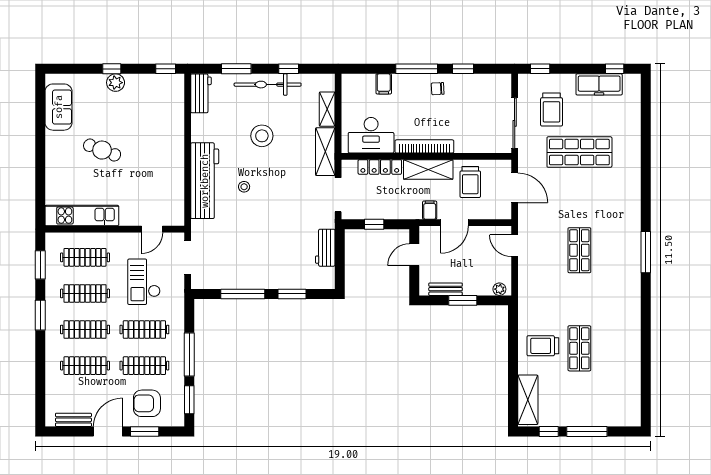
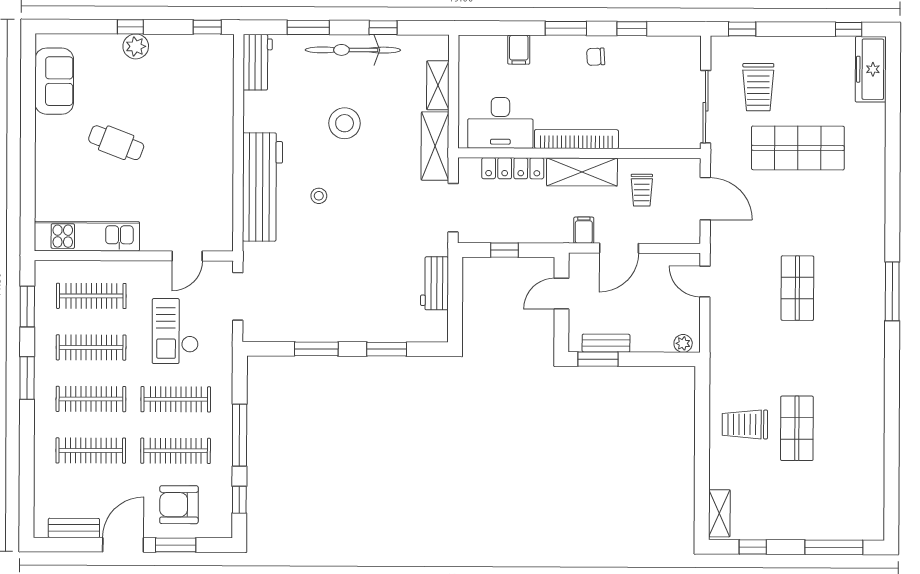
window: (417, 69) -> (566, 28), width x0.69
freezer: (599, 84) -> (871, 69), moved, turned 90
trolley: (470, 182) -> (642, 190), width x0.73, depth x0.72
window: (243, 294) -> (316, 349), width x0.69
window: (463, 300) -> (598, 359), moved
window: (189, 400) -> (239, 500), width x0.67
shelving: (528, 400) -> (719, 513), width x0.67, depth x0.75
window: (587, 432) -> (834, 547), moved

